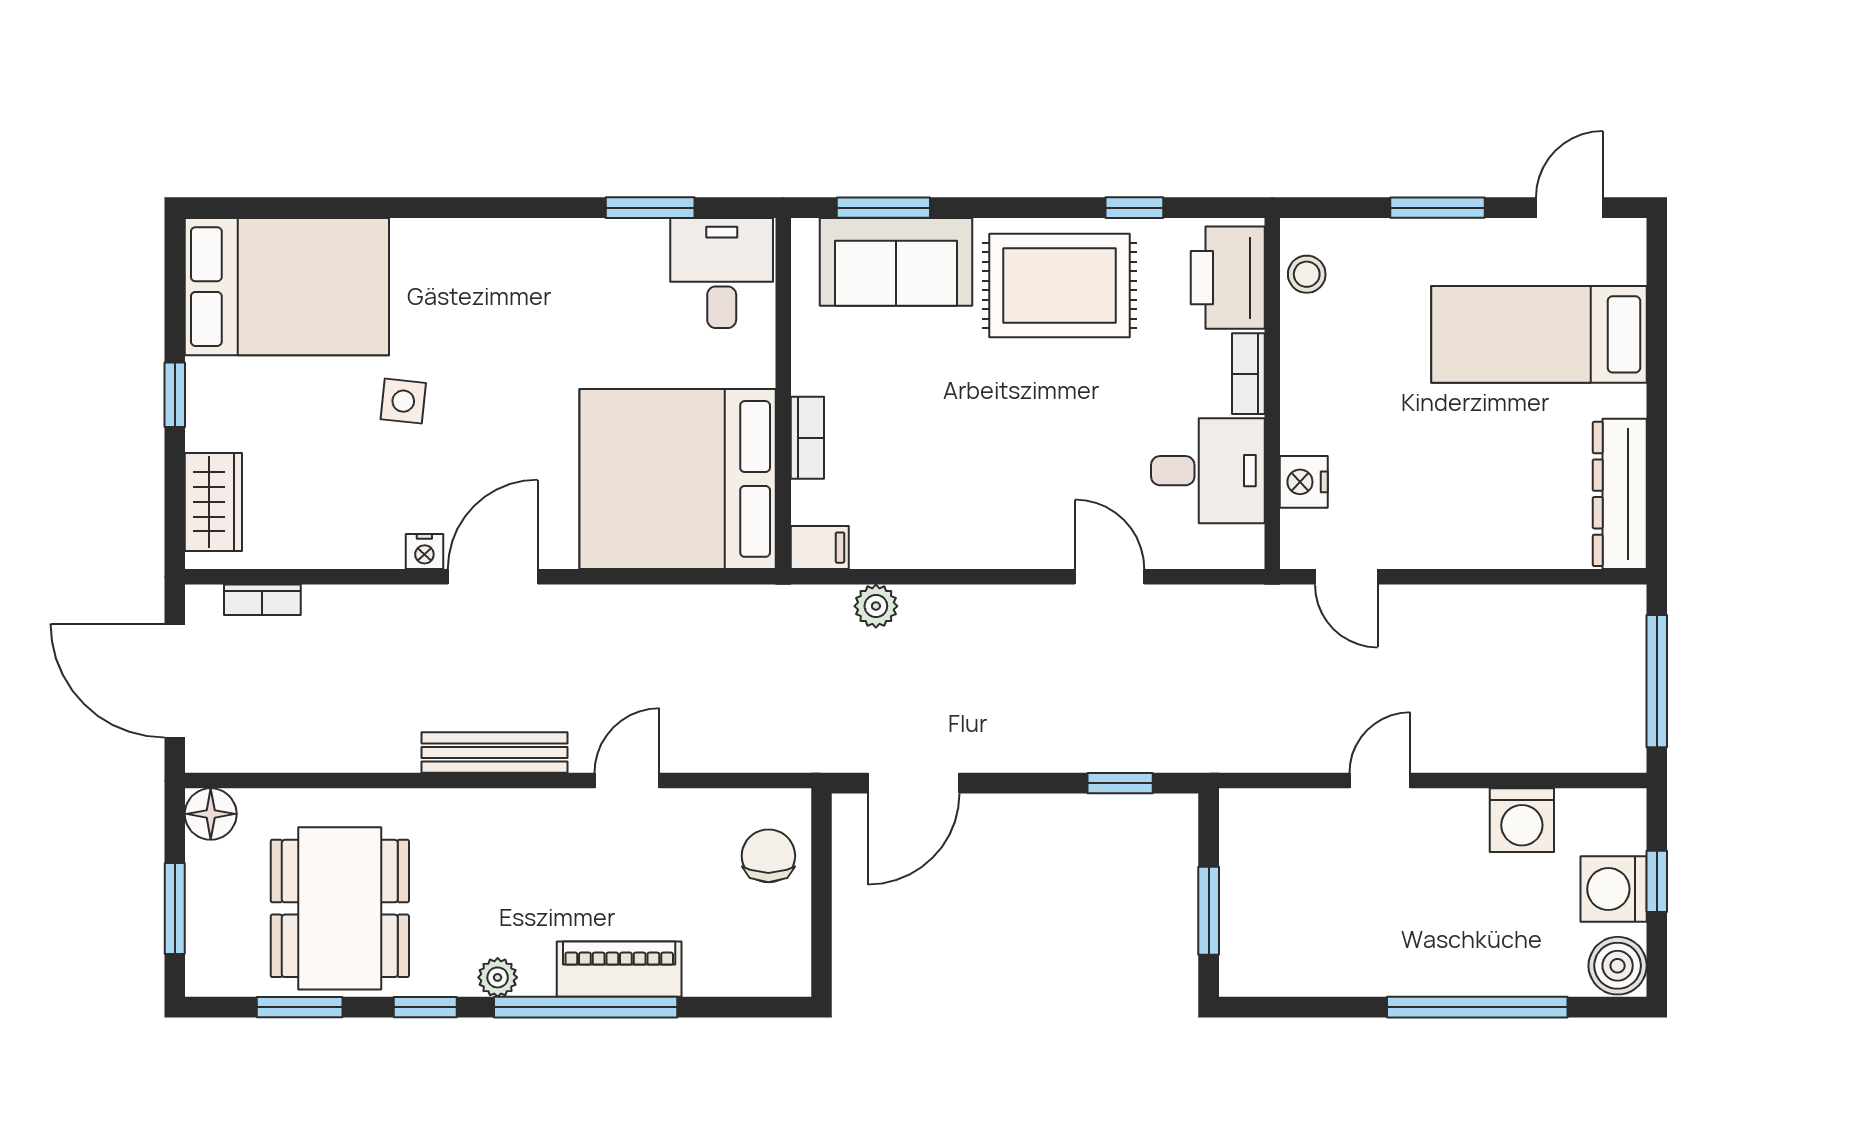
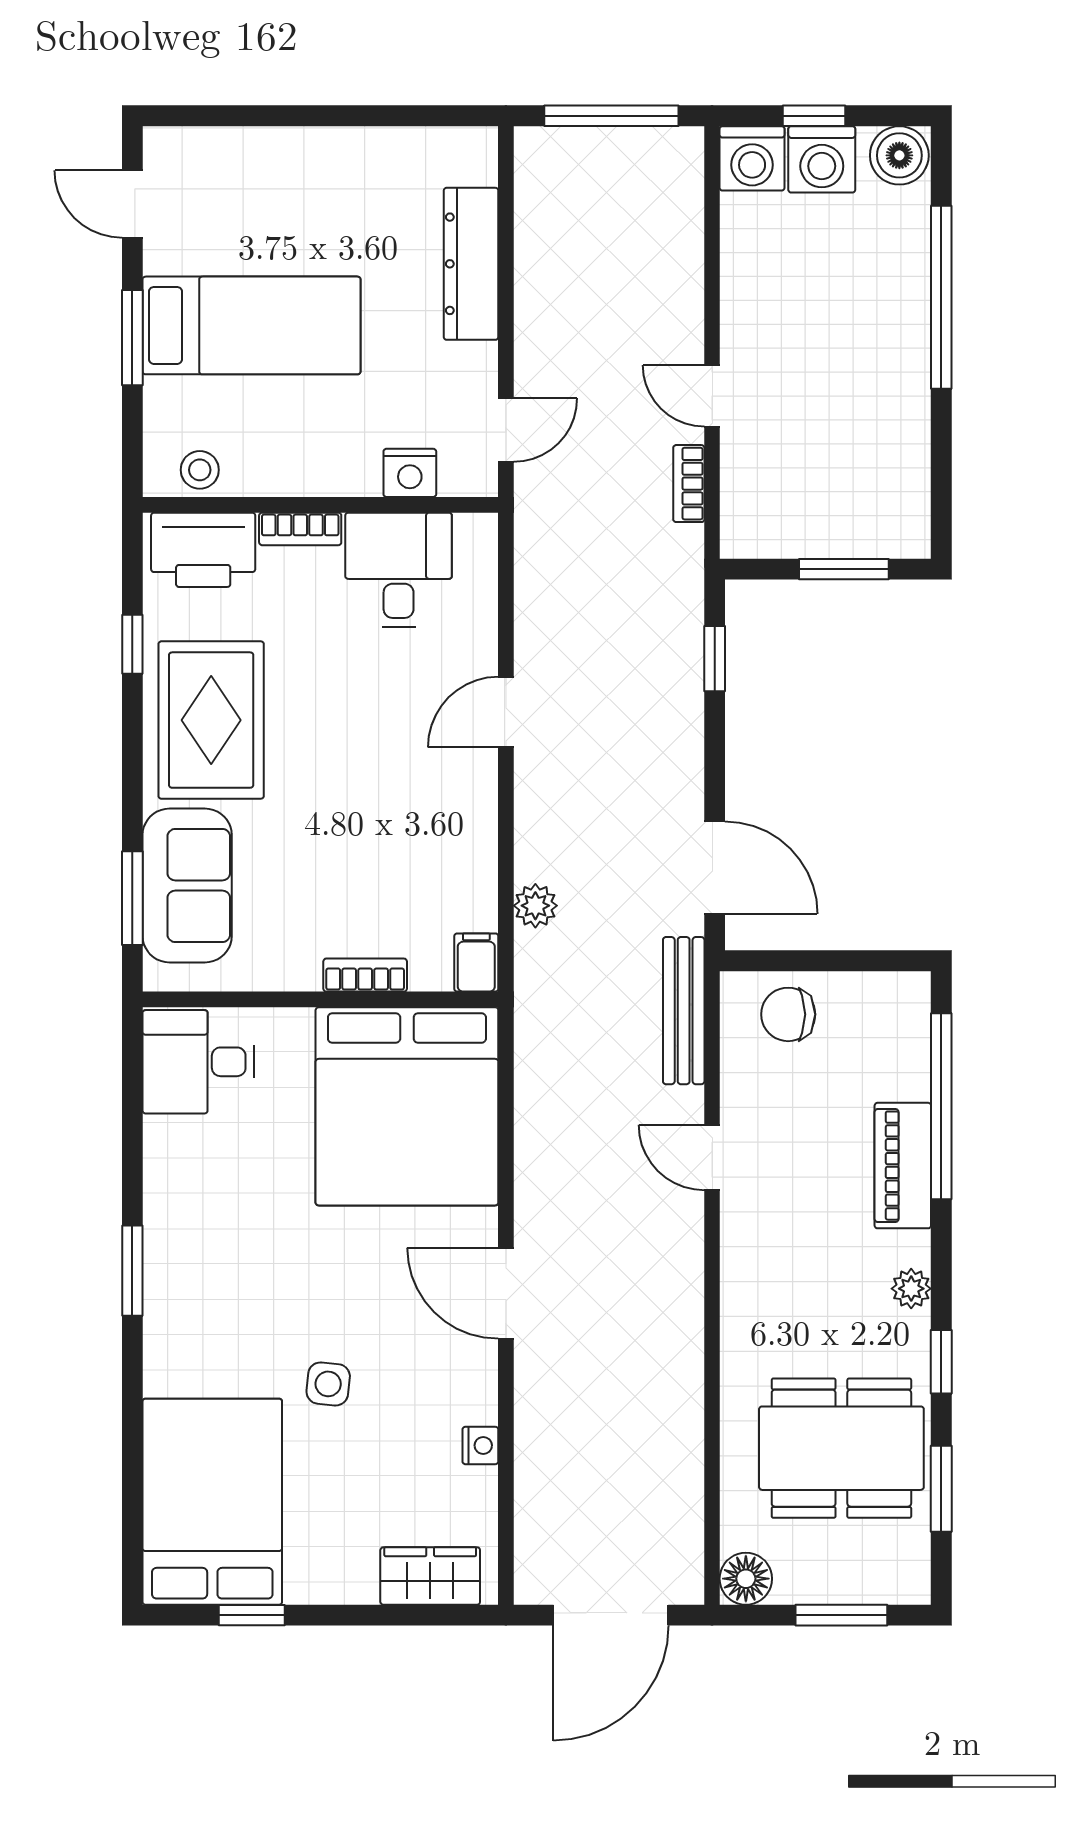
window: (650, 208) -> (132, 1271), moved
bed: (1539, 334) -> (252, 325), moved, turned -90
window: (175, 395) -> (252, 1615), moved
dresser: (1620, 494) -> (471, 264), moved, turned 90
nightstand: (424, 552) -> (480, 1445), moved
door: (1110, 577) -> (506, 712), moved
bookcase: (262, 600) -> (689, 484), moved, turned 180
bench: (495, 752) -> (684, 1011), moved
washing machine: (1522, 820) -> (752, 158), moved, turned 90
window: (586, 1007) -> (941, 1106), moved

